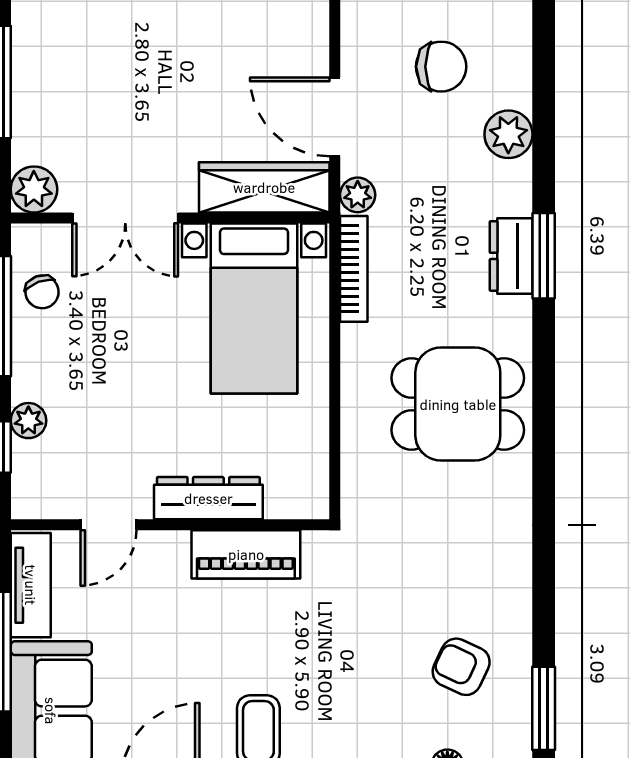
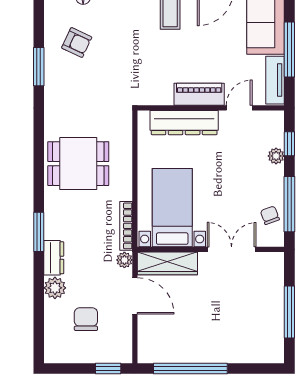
chair: (441, 67) -> (86, 319), turned 90
plant: (34, 189) -> (274, 262), removed
dresser: (511, 256) -> (54, 258), moved
dresser: (208, 498) -> (184, 123), width x1.37, depth x1.24
piano: (246, 554) -> (199, 94), moved
window: (544, 708) -> (39, 67), moved

